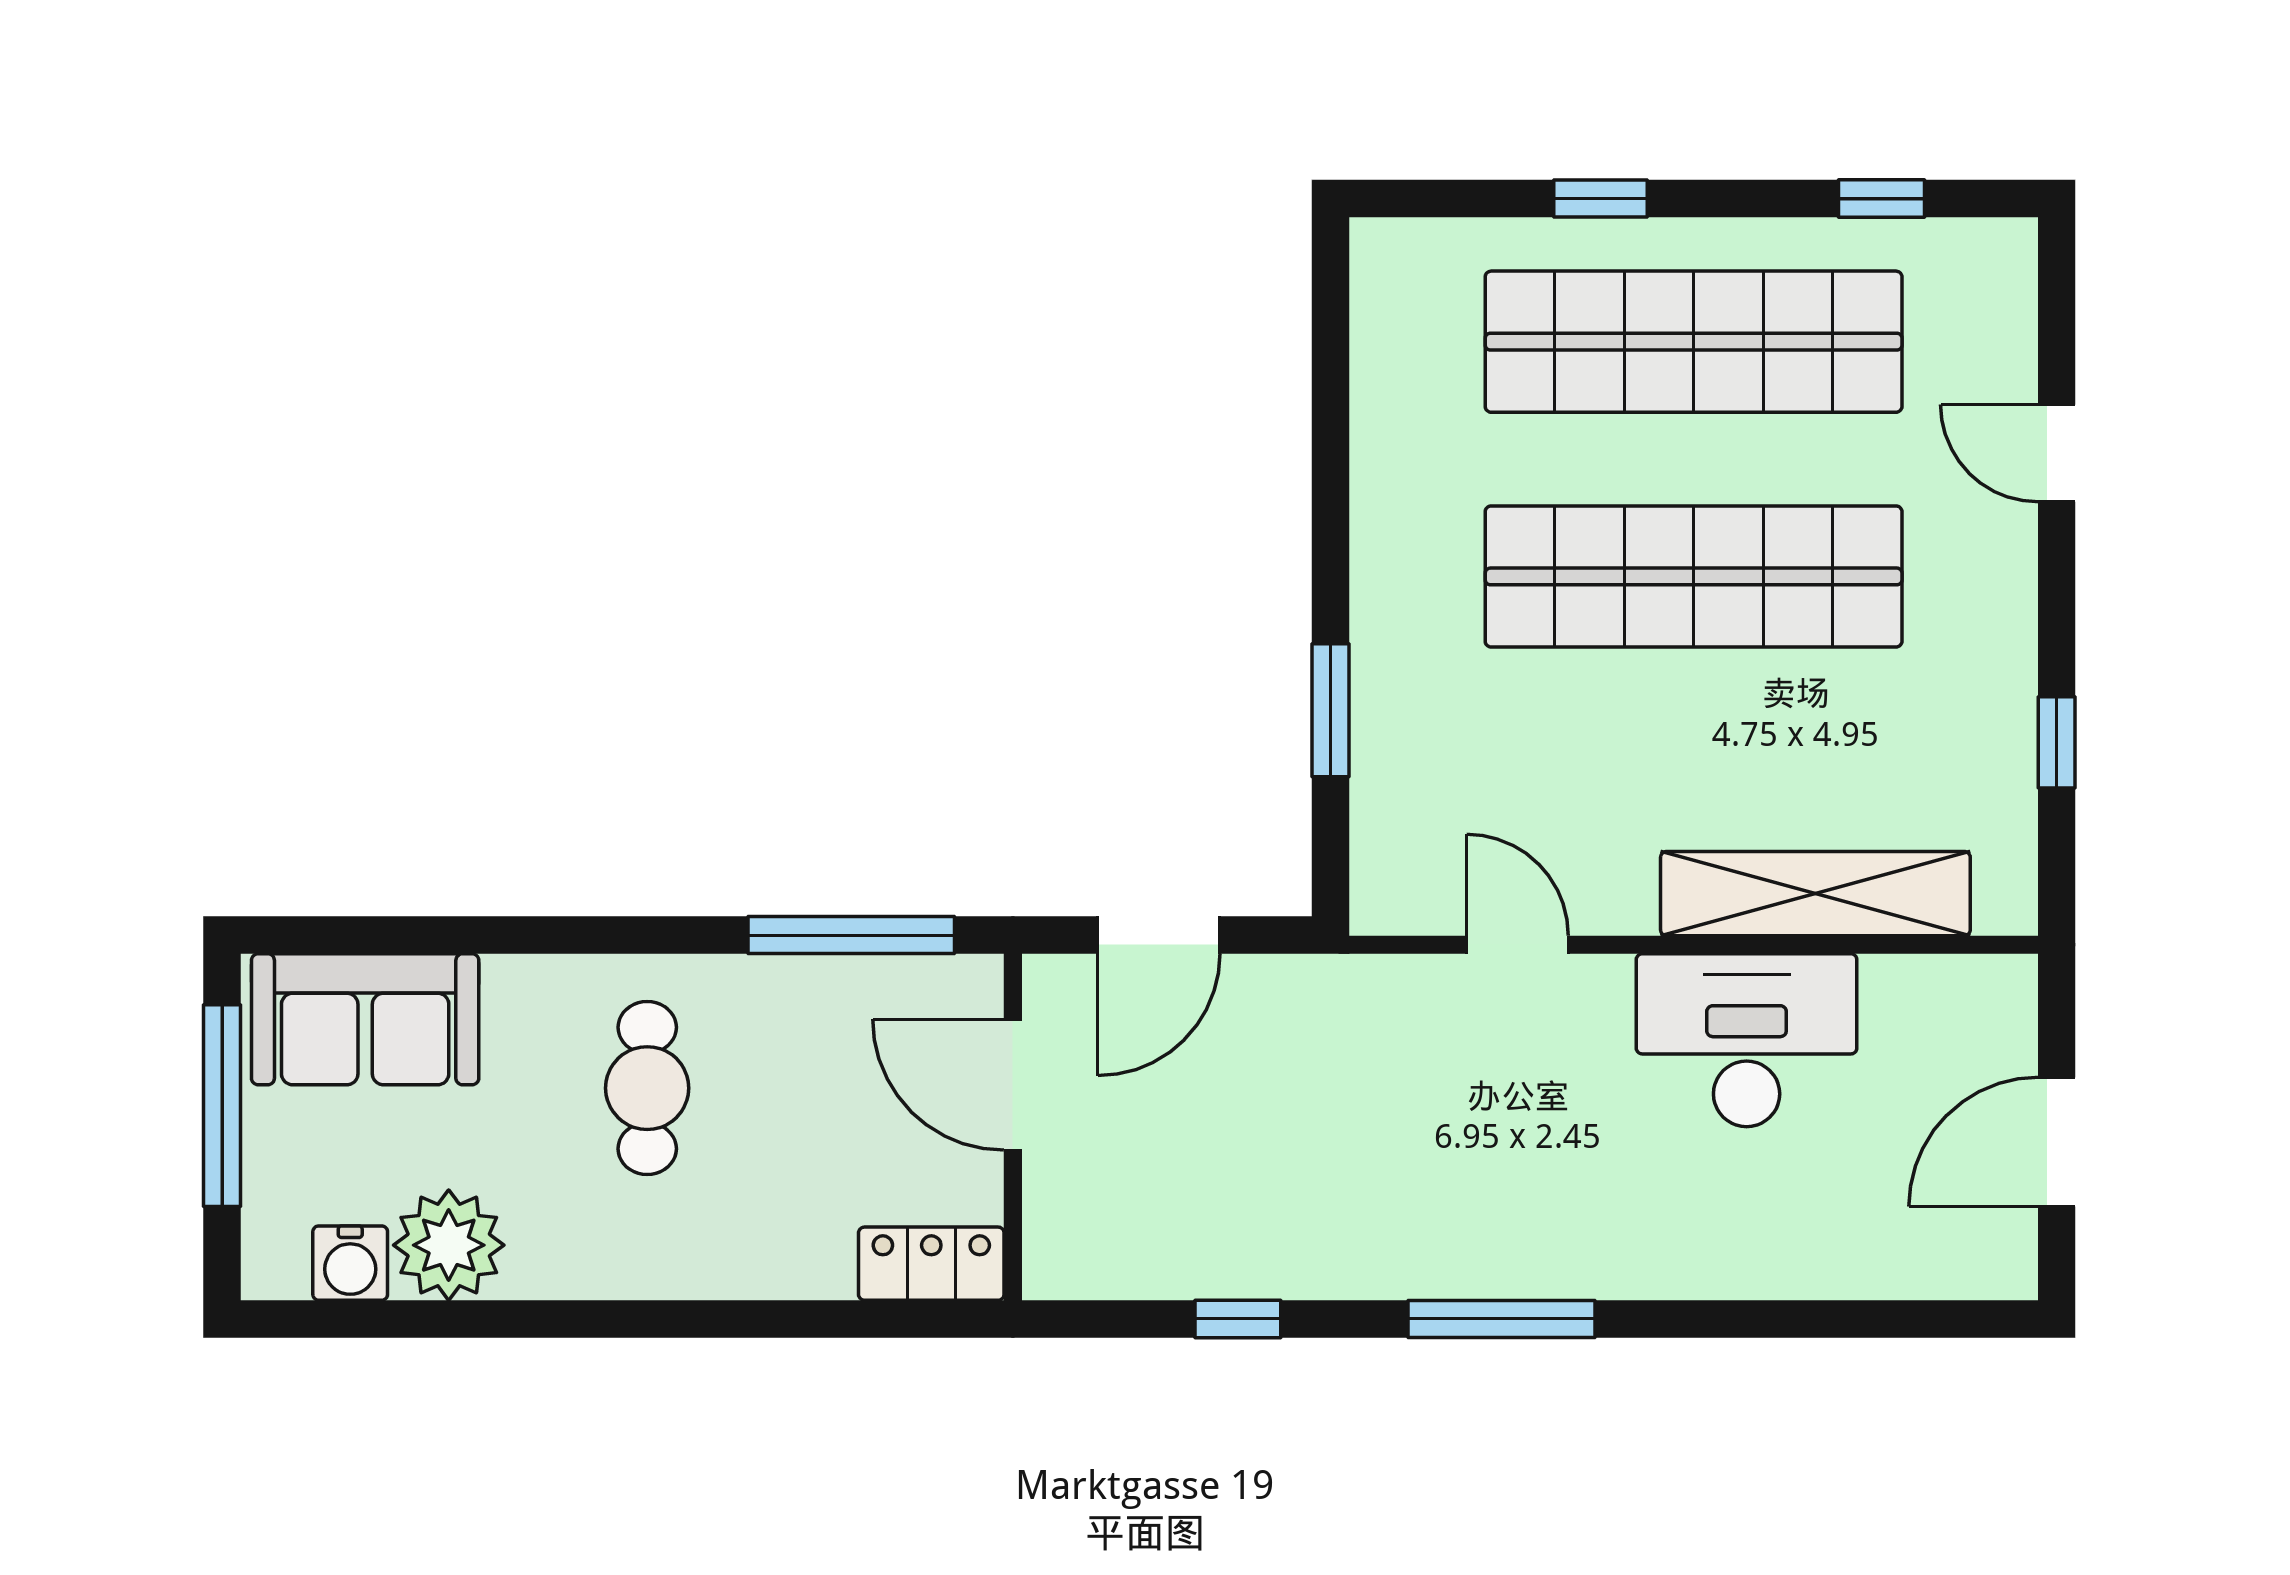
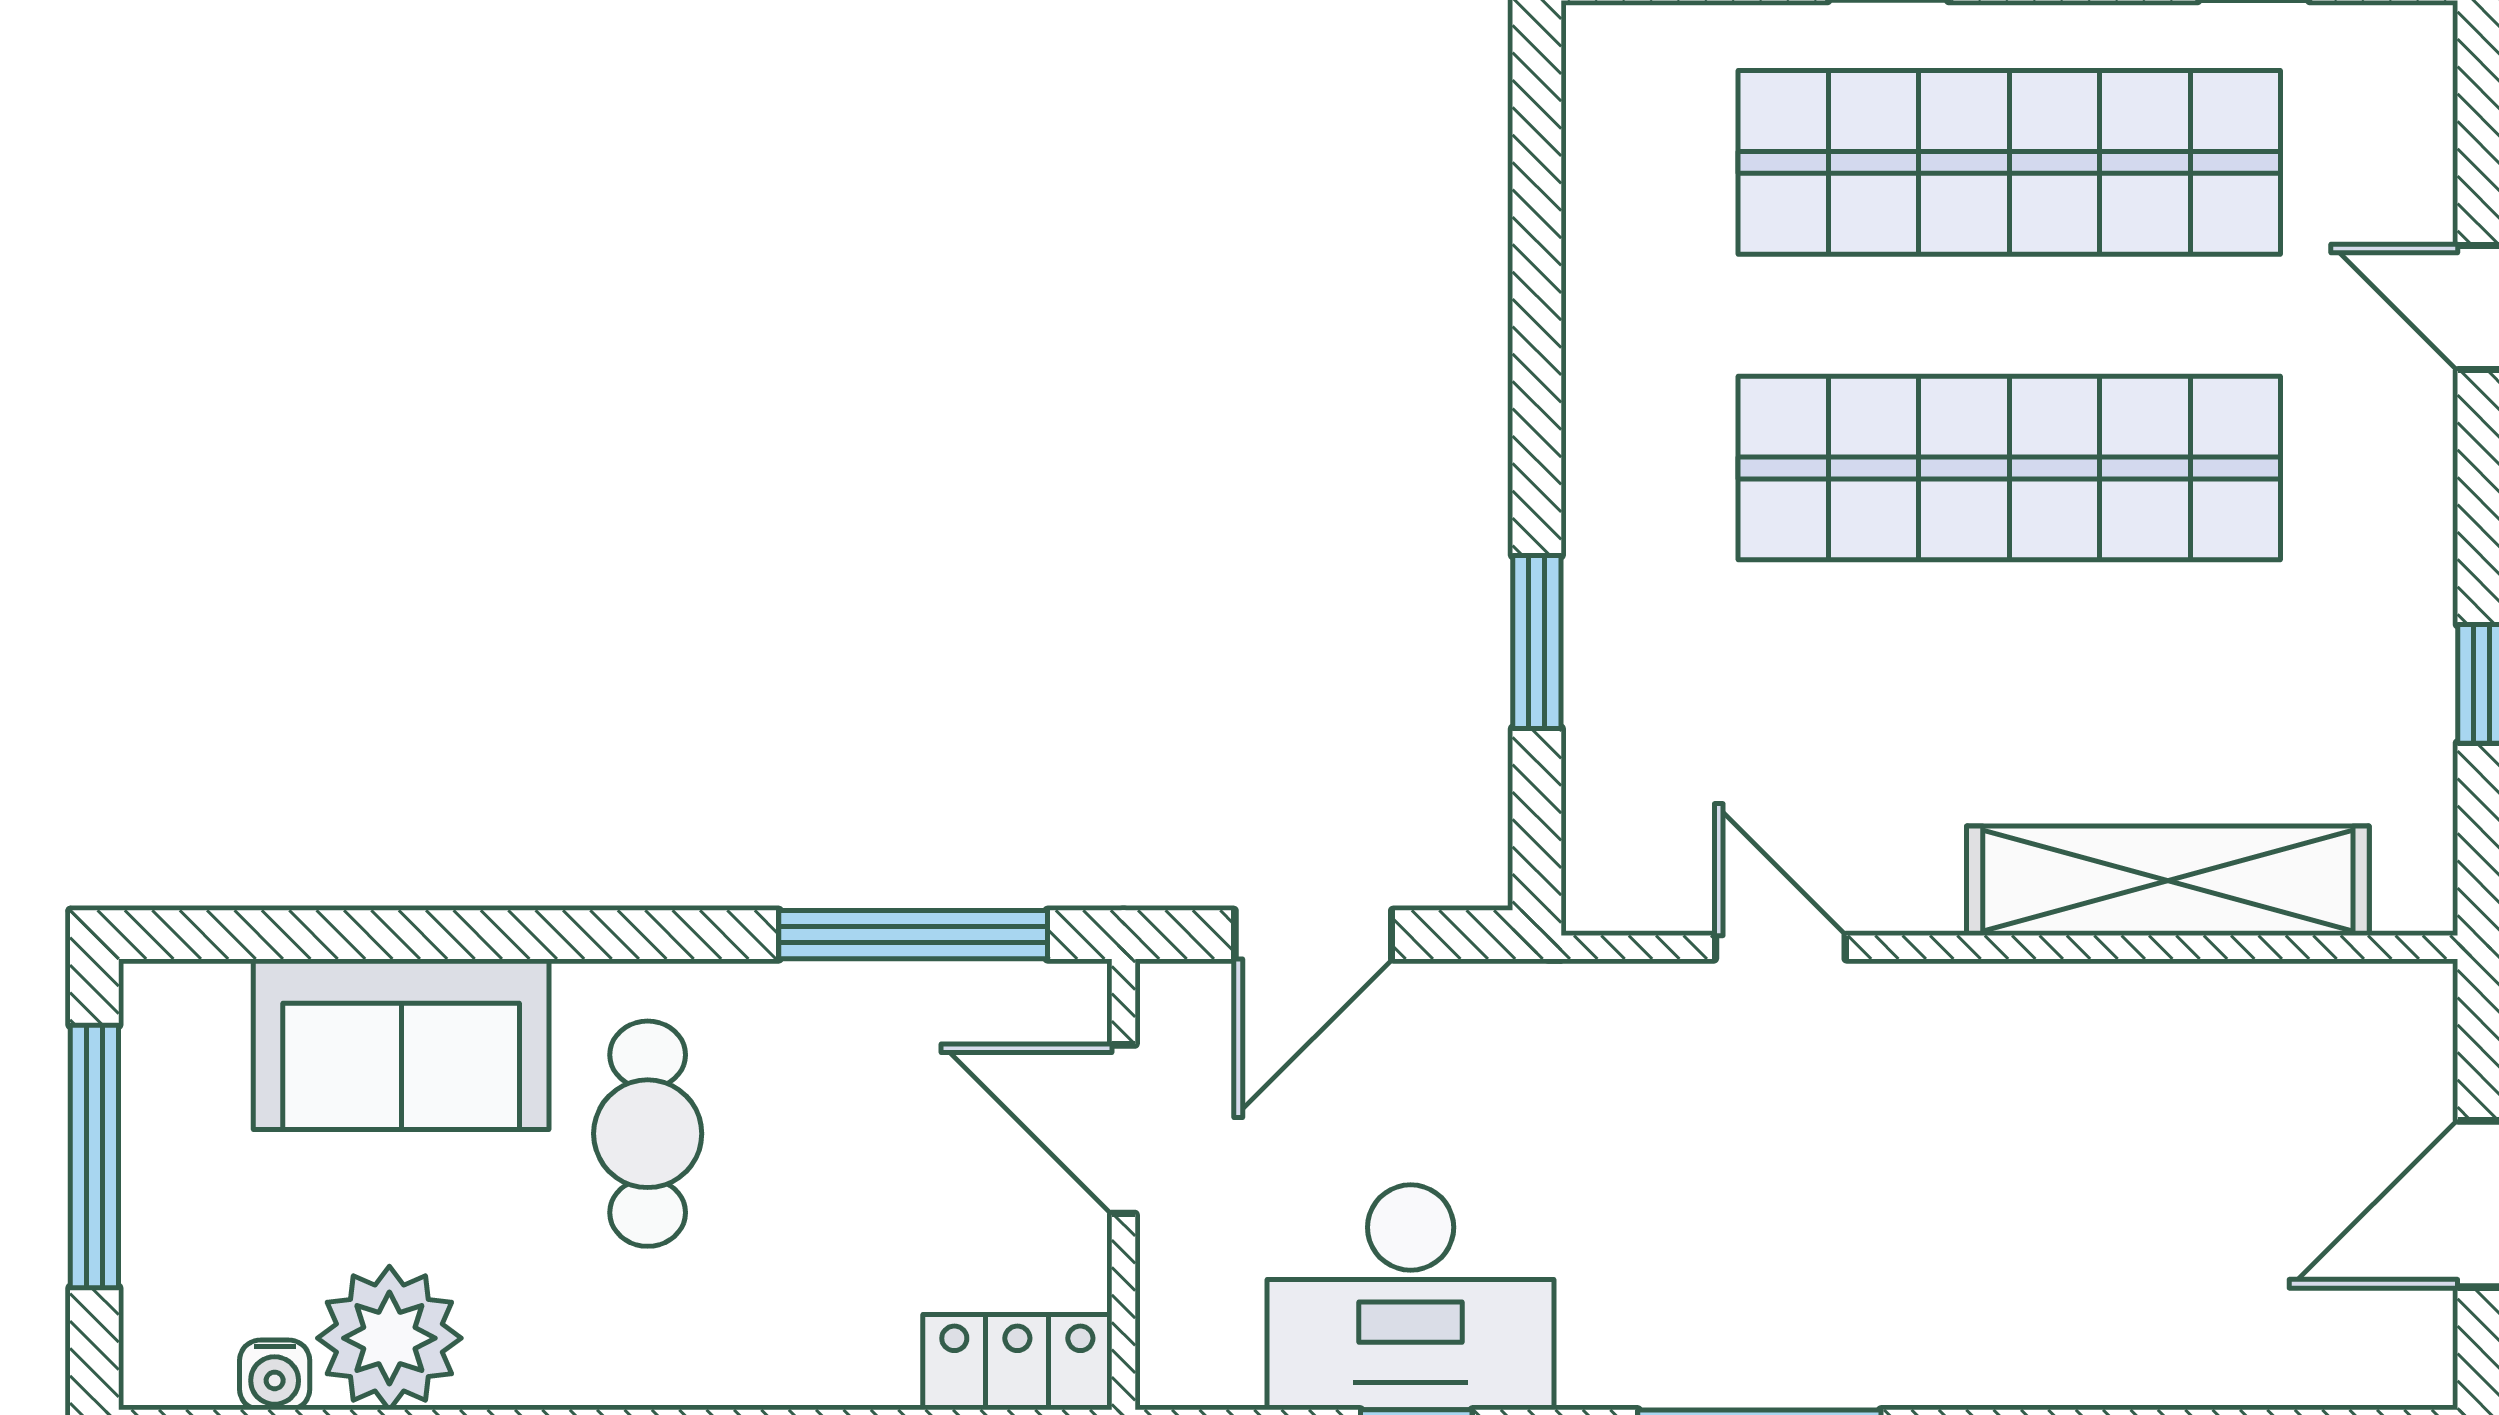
sofa: (365, 1019) -> (401, 1044), moved
desk: (1747, 1040) -> (1411, 1297), moved, turned 180
water cooler: (350, 1263) -> (275, 1375), width x0.72, depth x0.72

